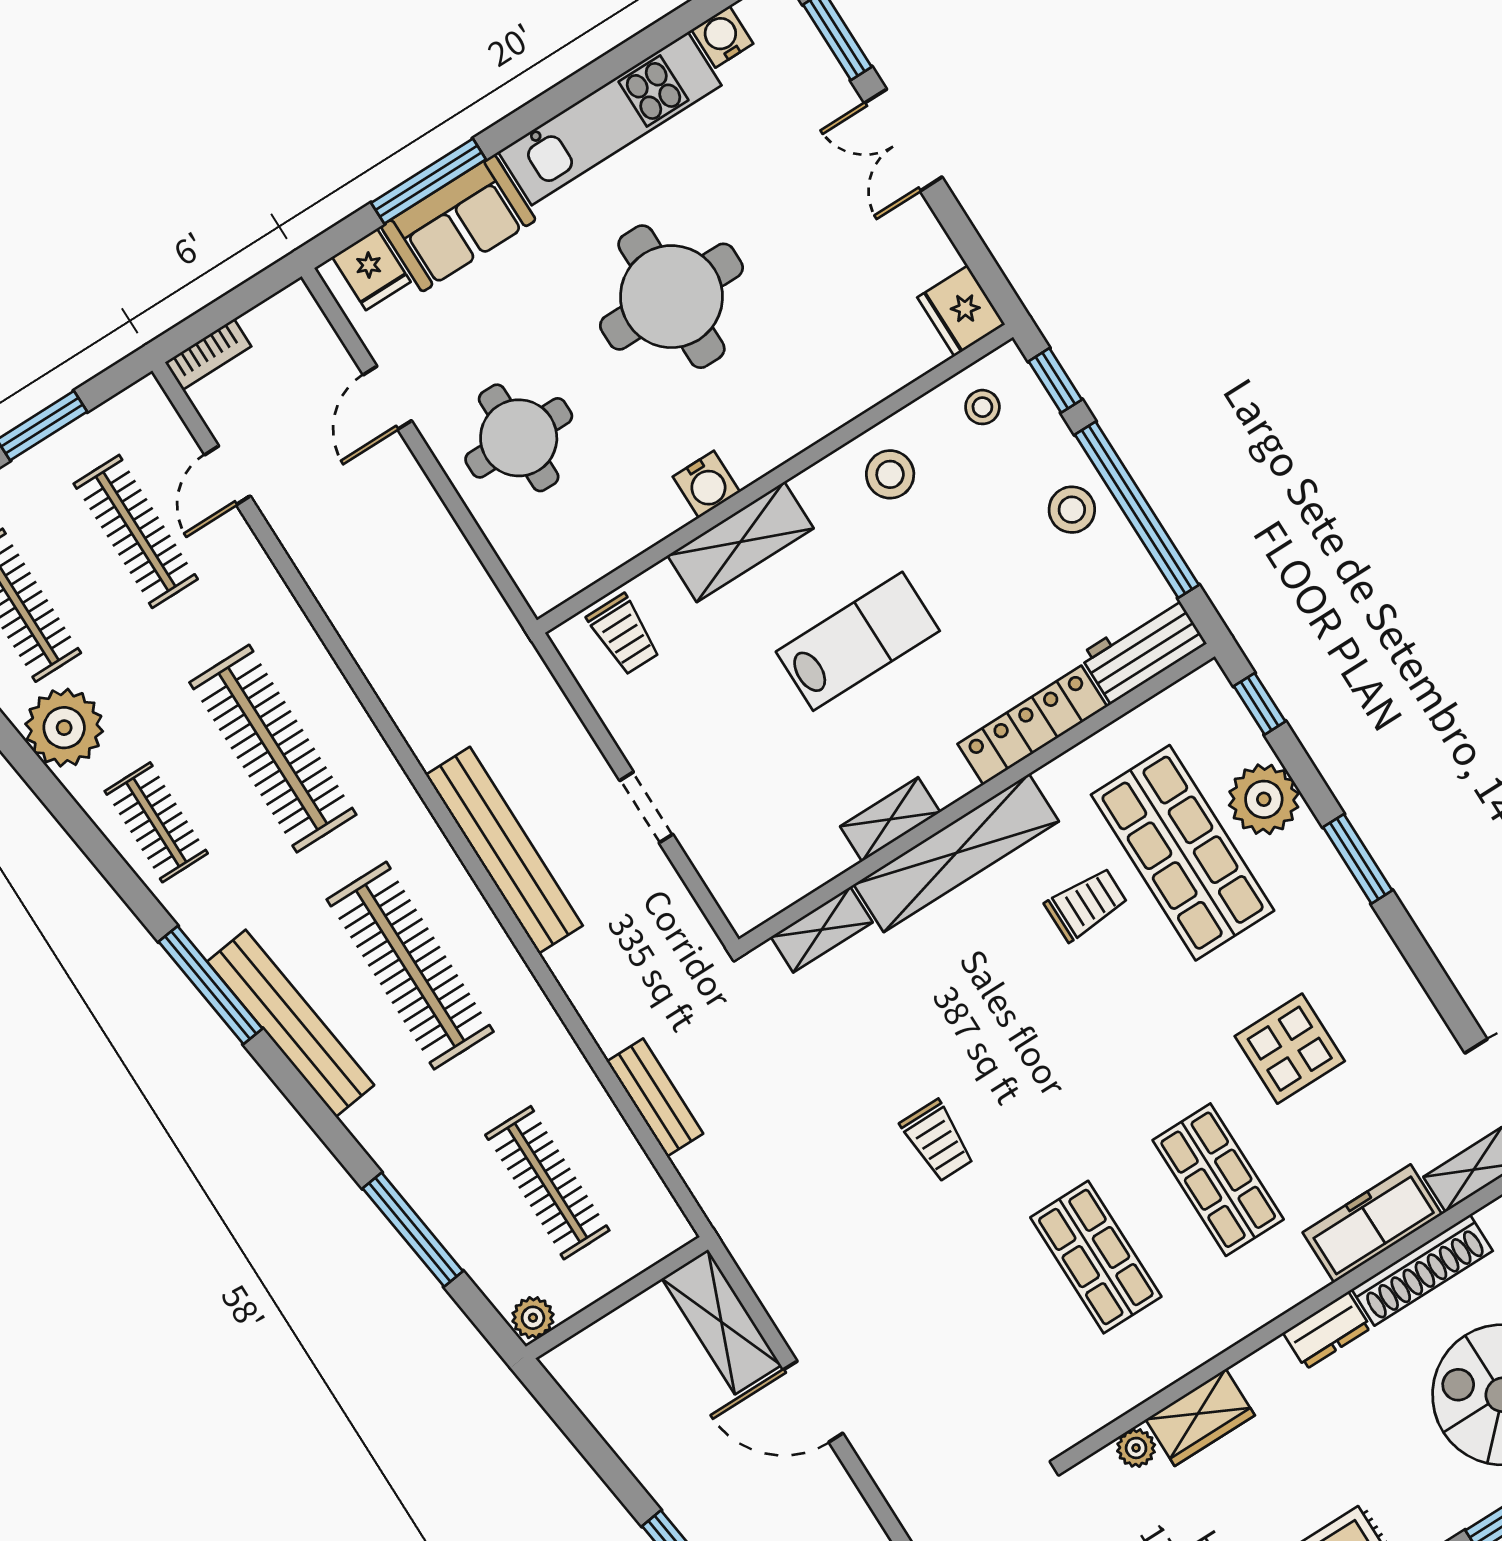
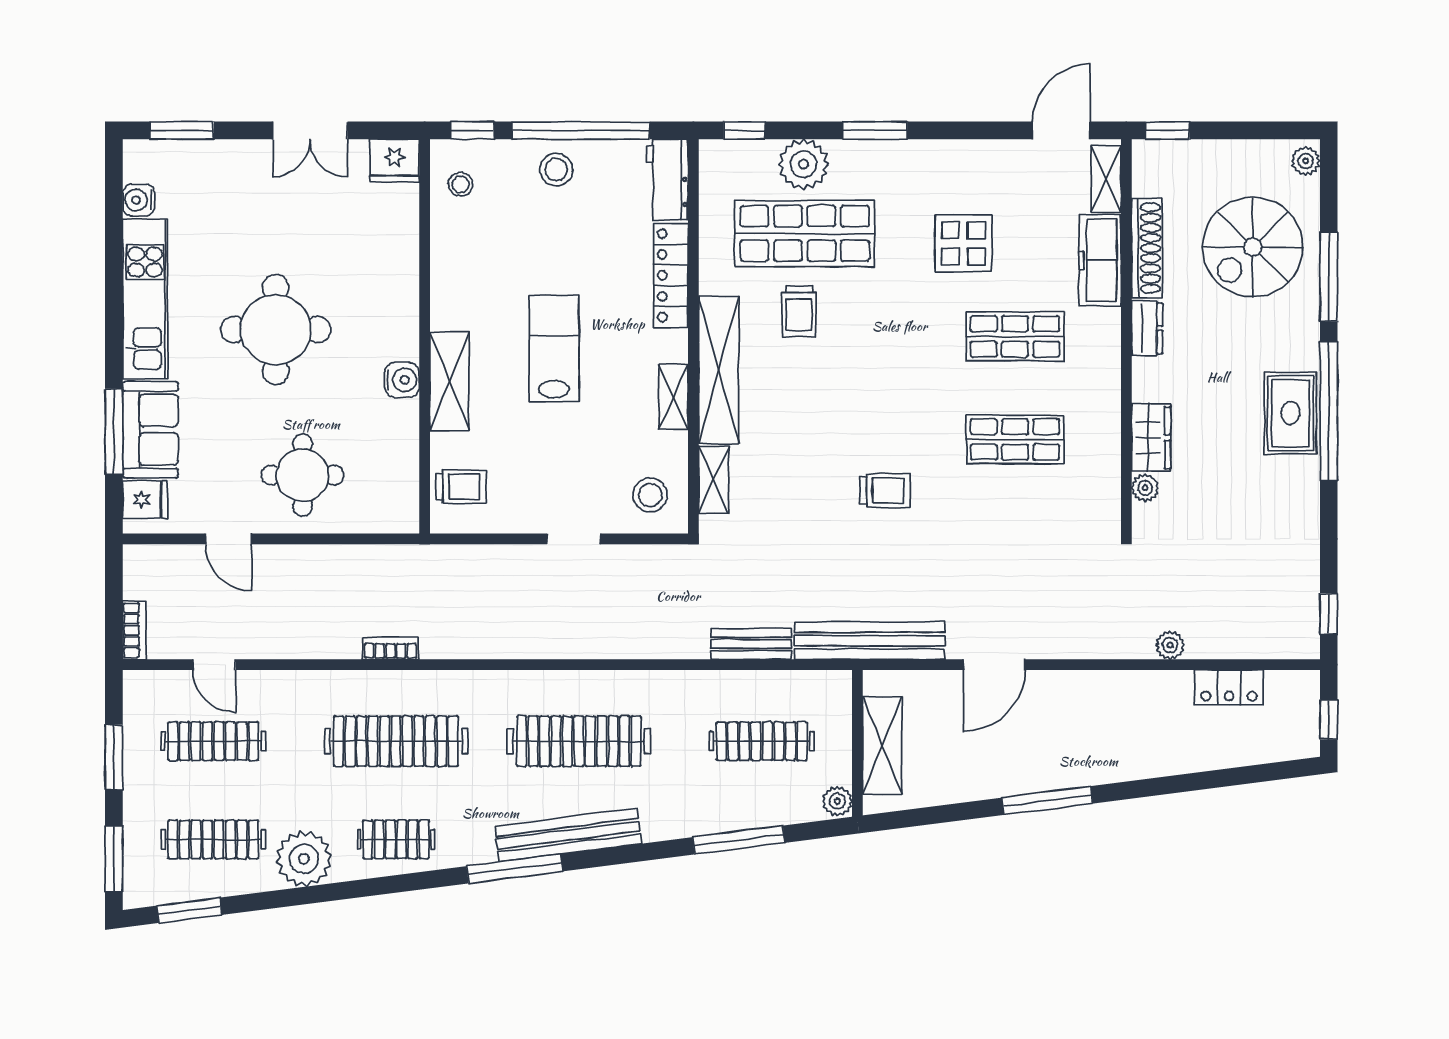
double door: (903, 140) -> (310, 130), moved
stool: (890, 474) -> (650, 495), moved
bookcase: (379, 672) -> (390, 648), added
bench: (504, 850) -> (870, 641), moved
trolley: (1086, 904) -> (799, 311), turned 180
shelving: (721, 1322) -> (882, 746), moved, turned 90

